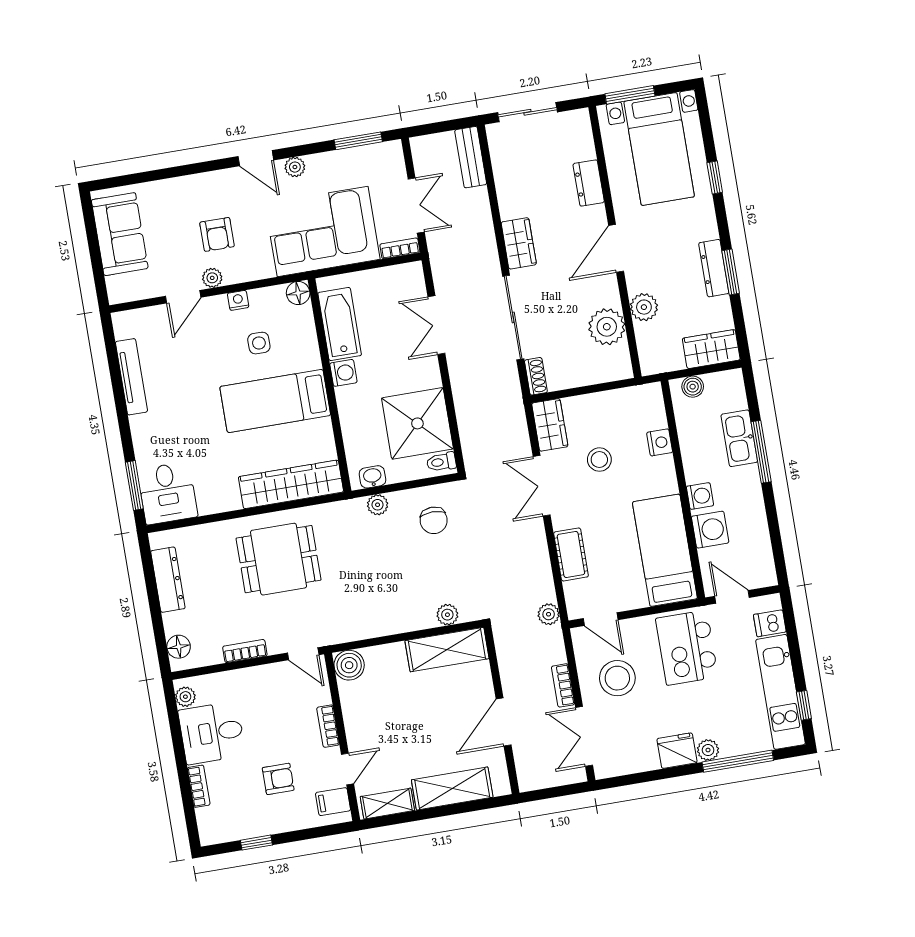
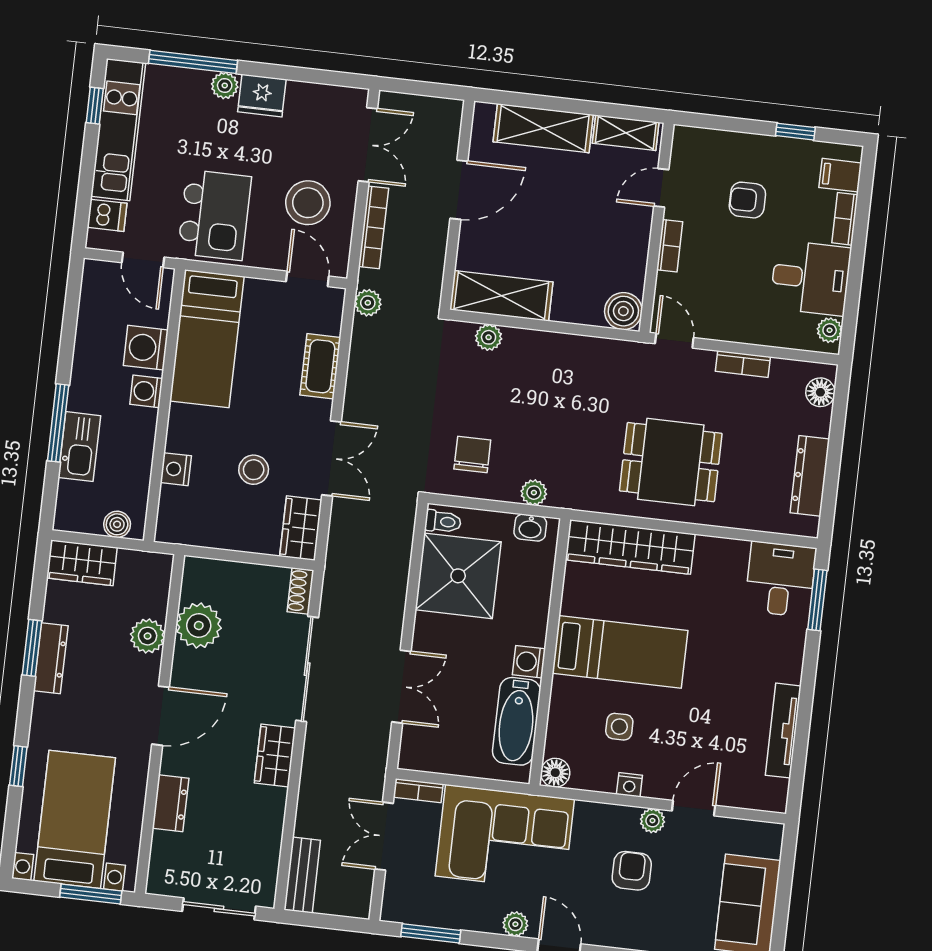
bookcase: (563, 685) -> (374, 227), width x1.56
filing cabinet: (333, 802) -> (840, 175), moved, turned 180

